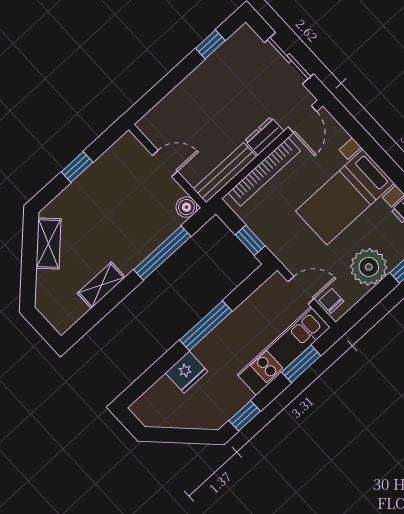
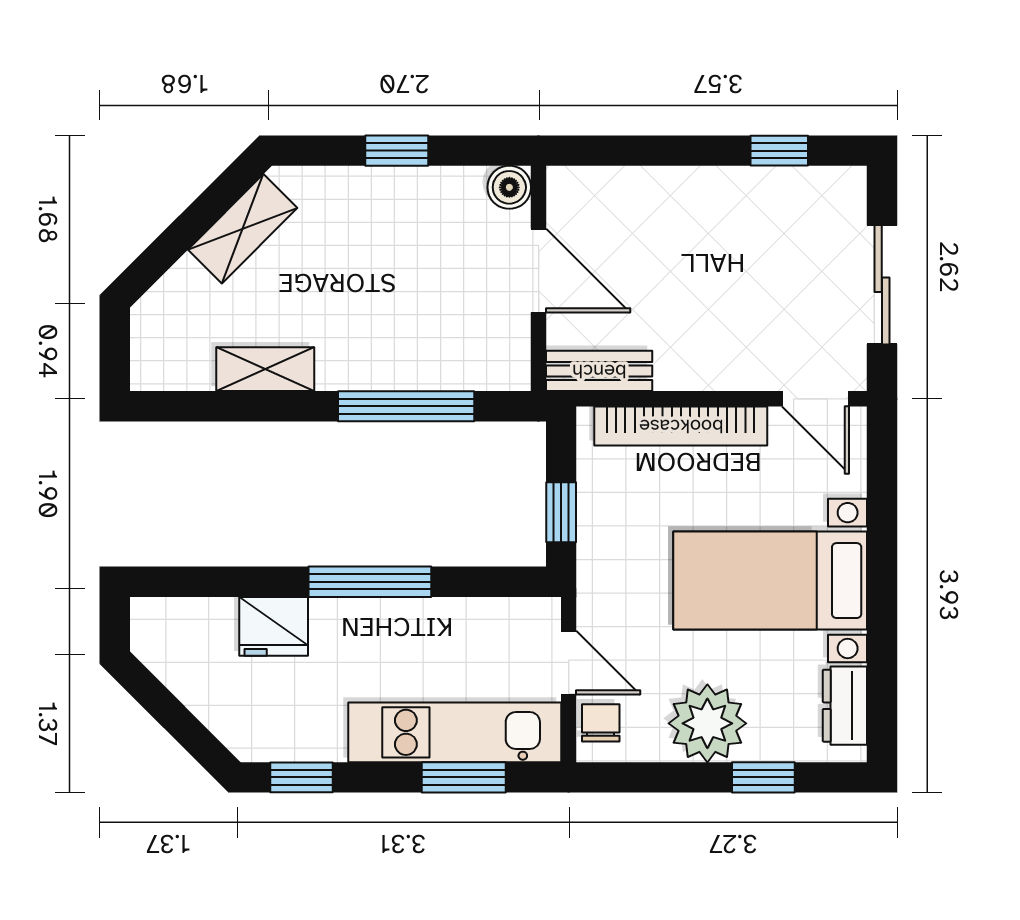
door: (302, 119) -> (815, 399), hinge flipped
dresser: (264, 136) -> (732, 370), removed
door: (165, 163) -> (539, 271), width x1.38
bench: (225, 173) -> (599, 371), width x0.73
boiler: (186, 207) -> (509, 187), moved

